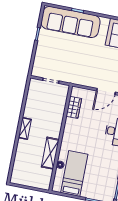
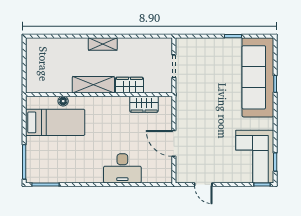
wardrobe: (58, 115) -> (129, 85), added
shelving: (50, 153) -> (93, 85), moved

